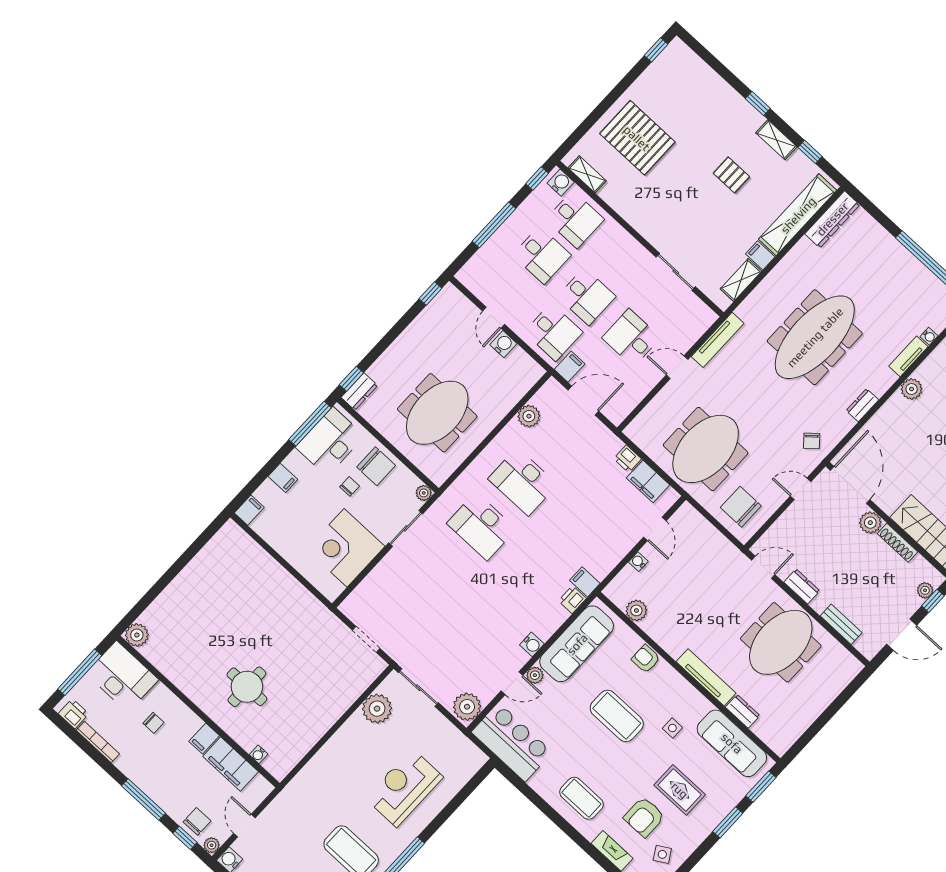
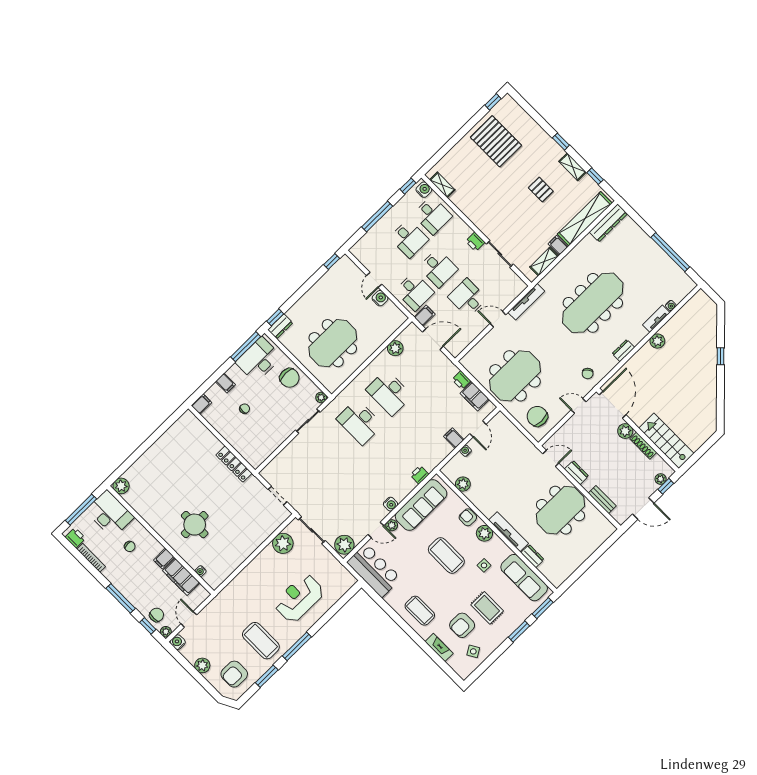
pallet: (637, 138) -> (496, 141), moved
printer: (639, 255) -> (475, 242), added
chair: (350, 486) -> (245, 409), moved
corner desk: (346, 548) -> (266, 433), removed
filing cabinet: (585, 582) -> (454, 438), moved
locker: (301, 596) -> (234, 464), added
plant: (671, 681) -> (484, 533), added

